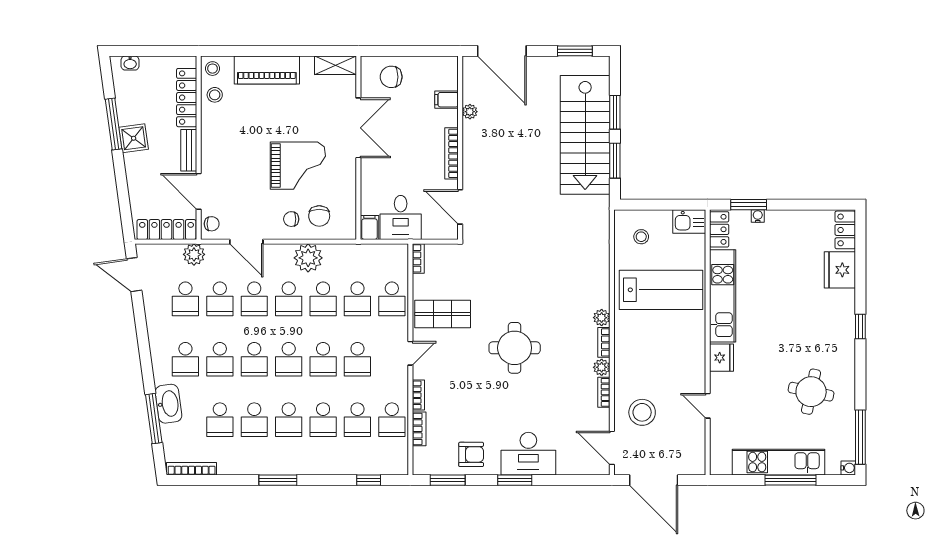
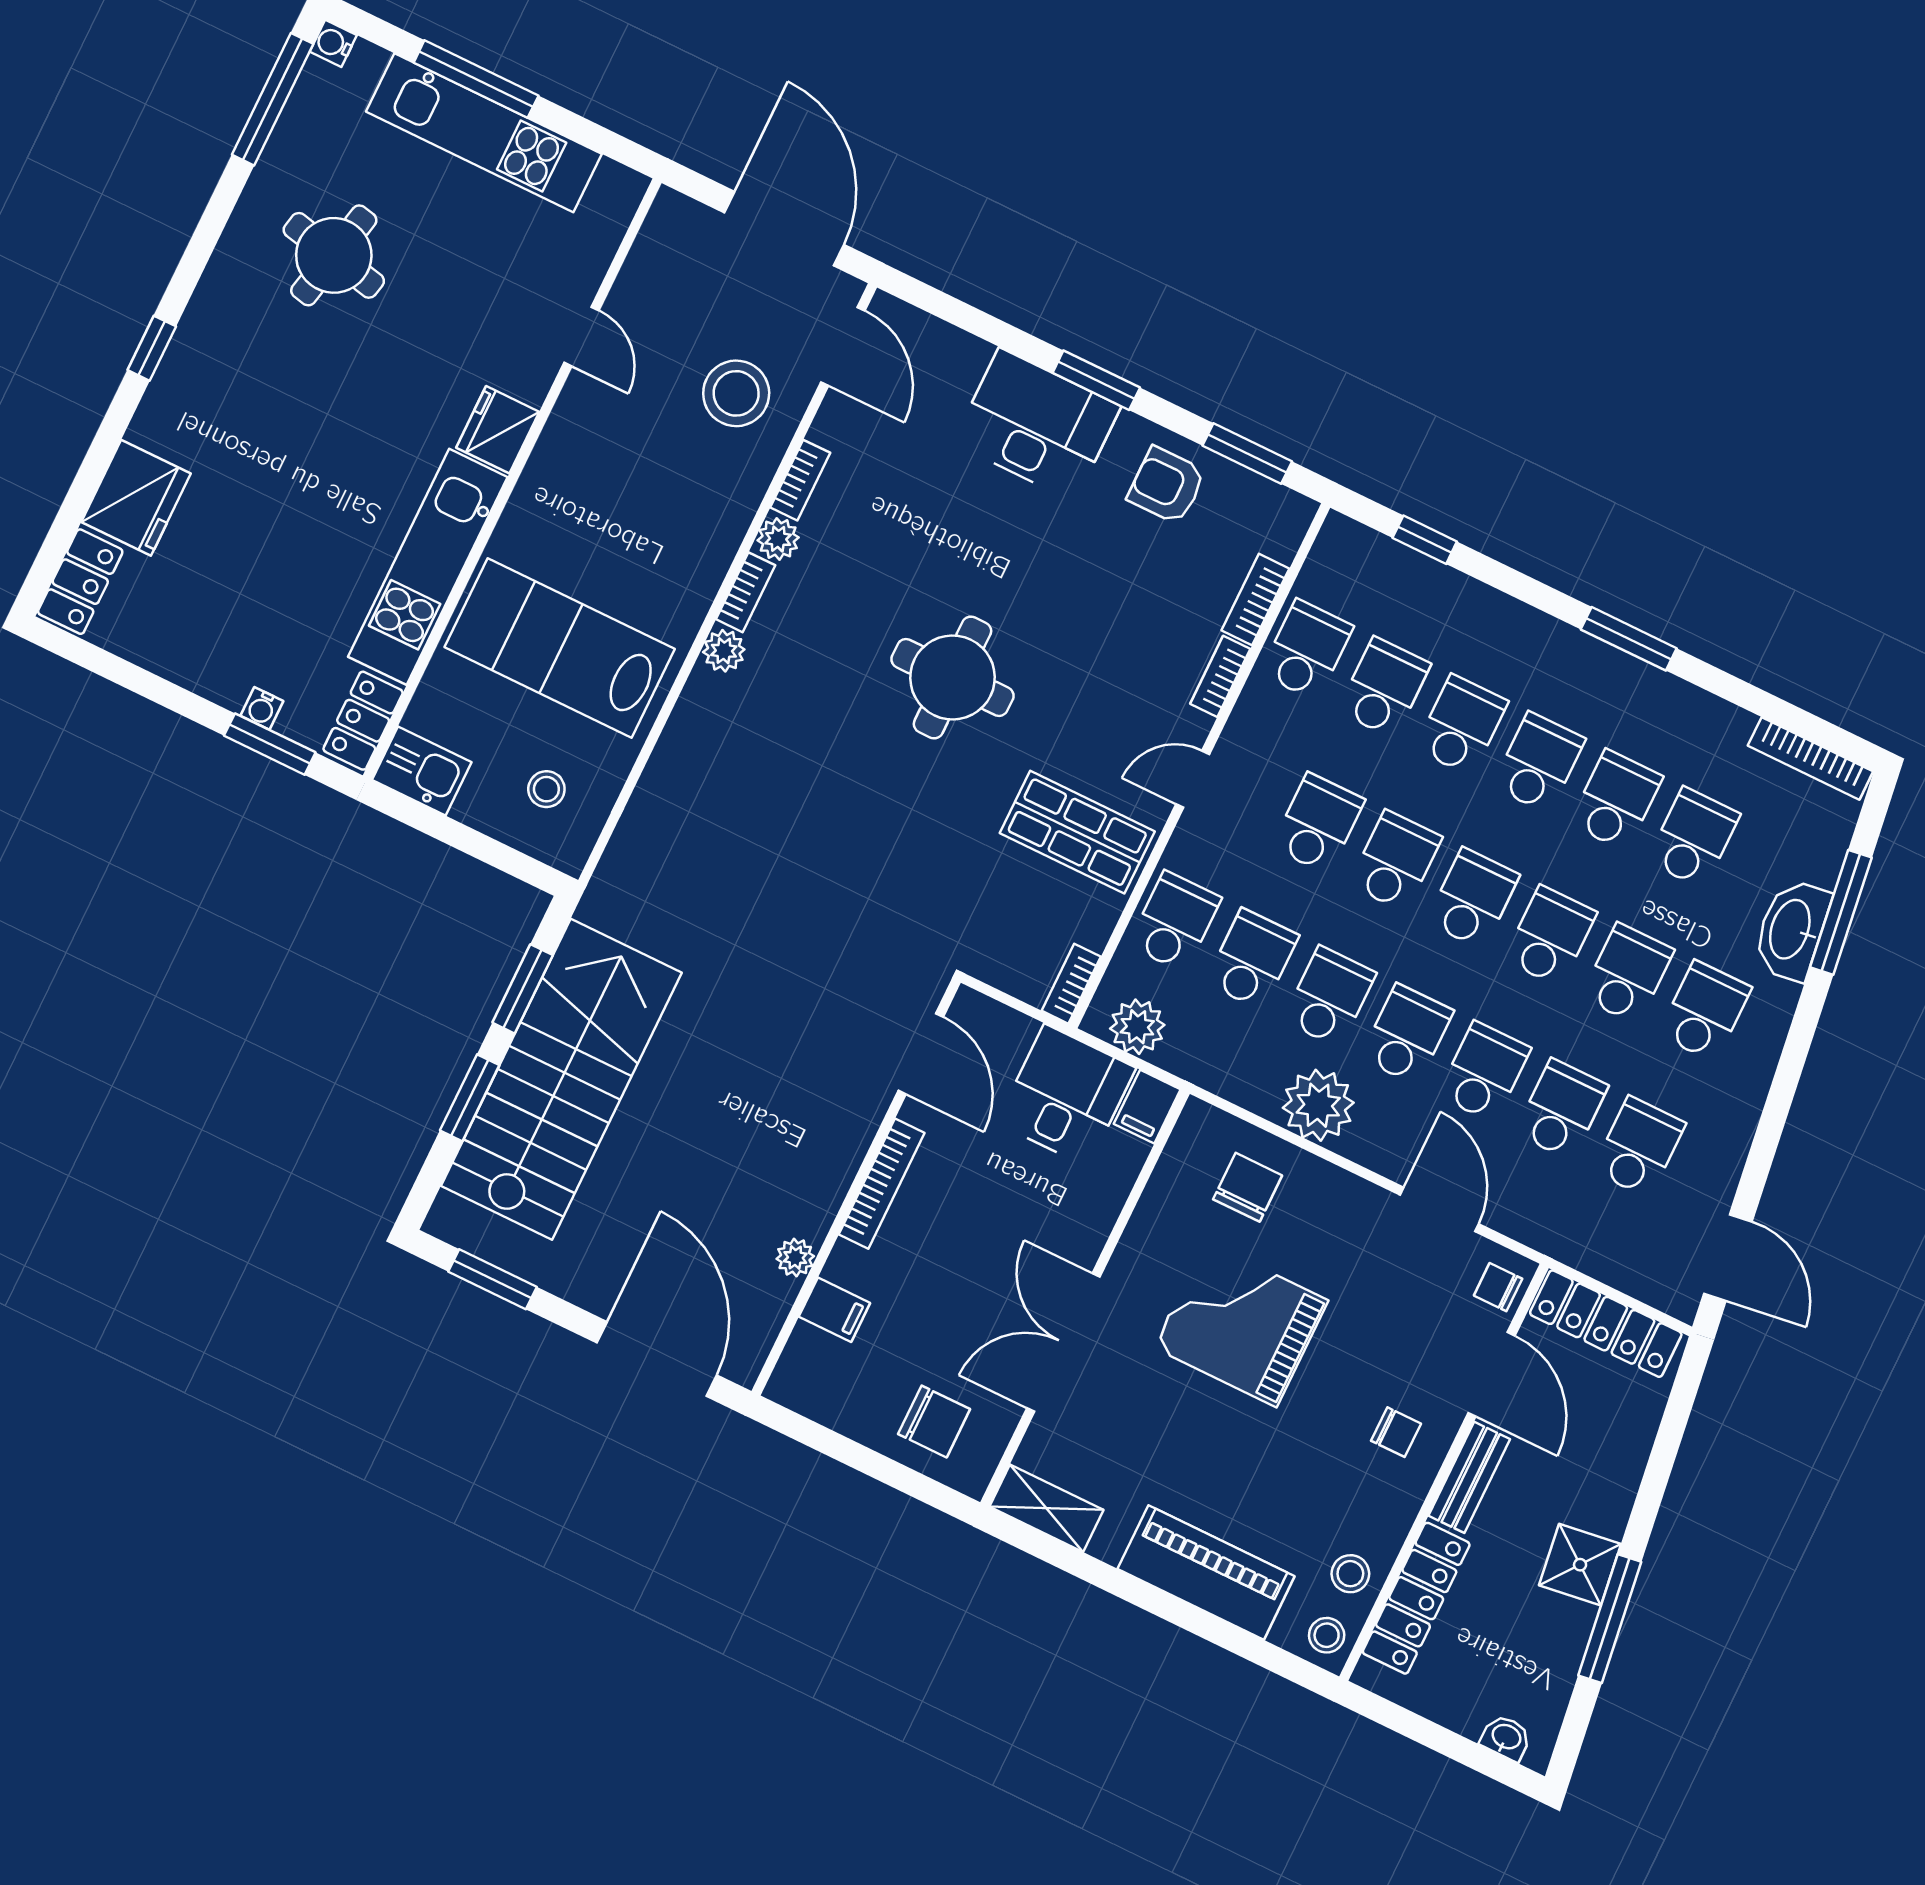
chair: (291, 219) -> (1396, 1432), moved
plant: (194, 254) -> (1137, 1027), moved

